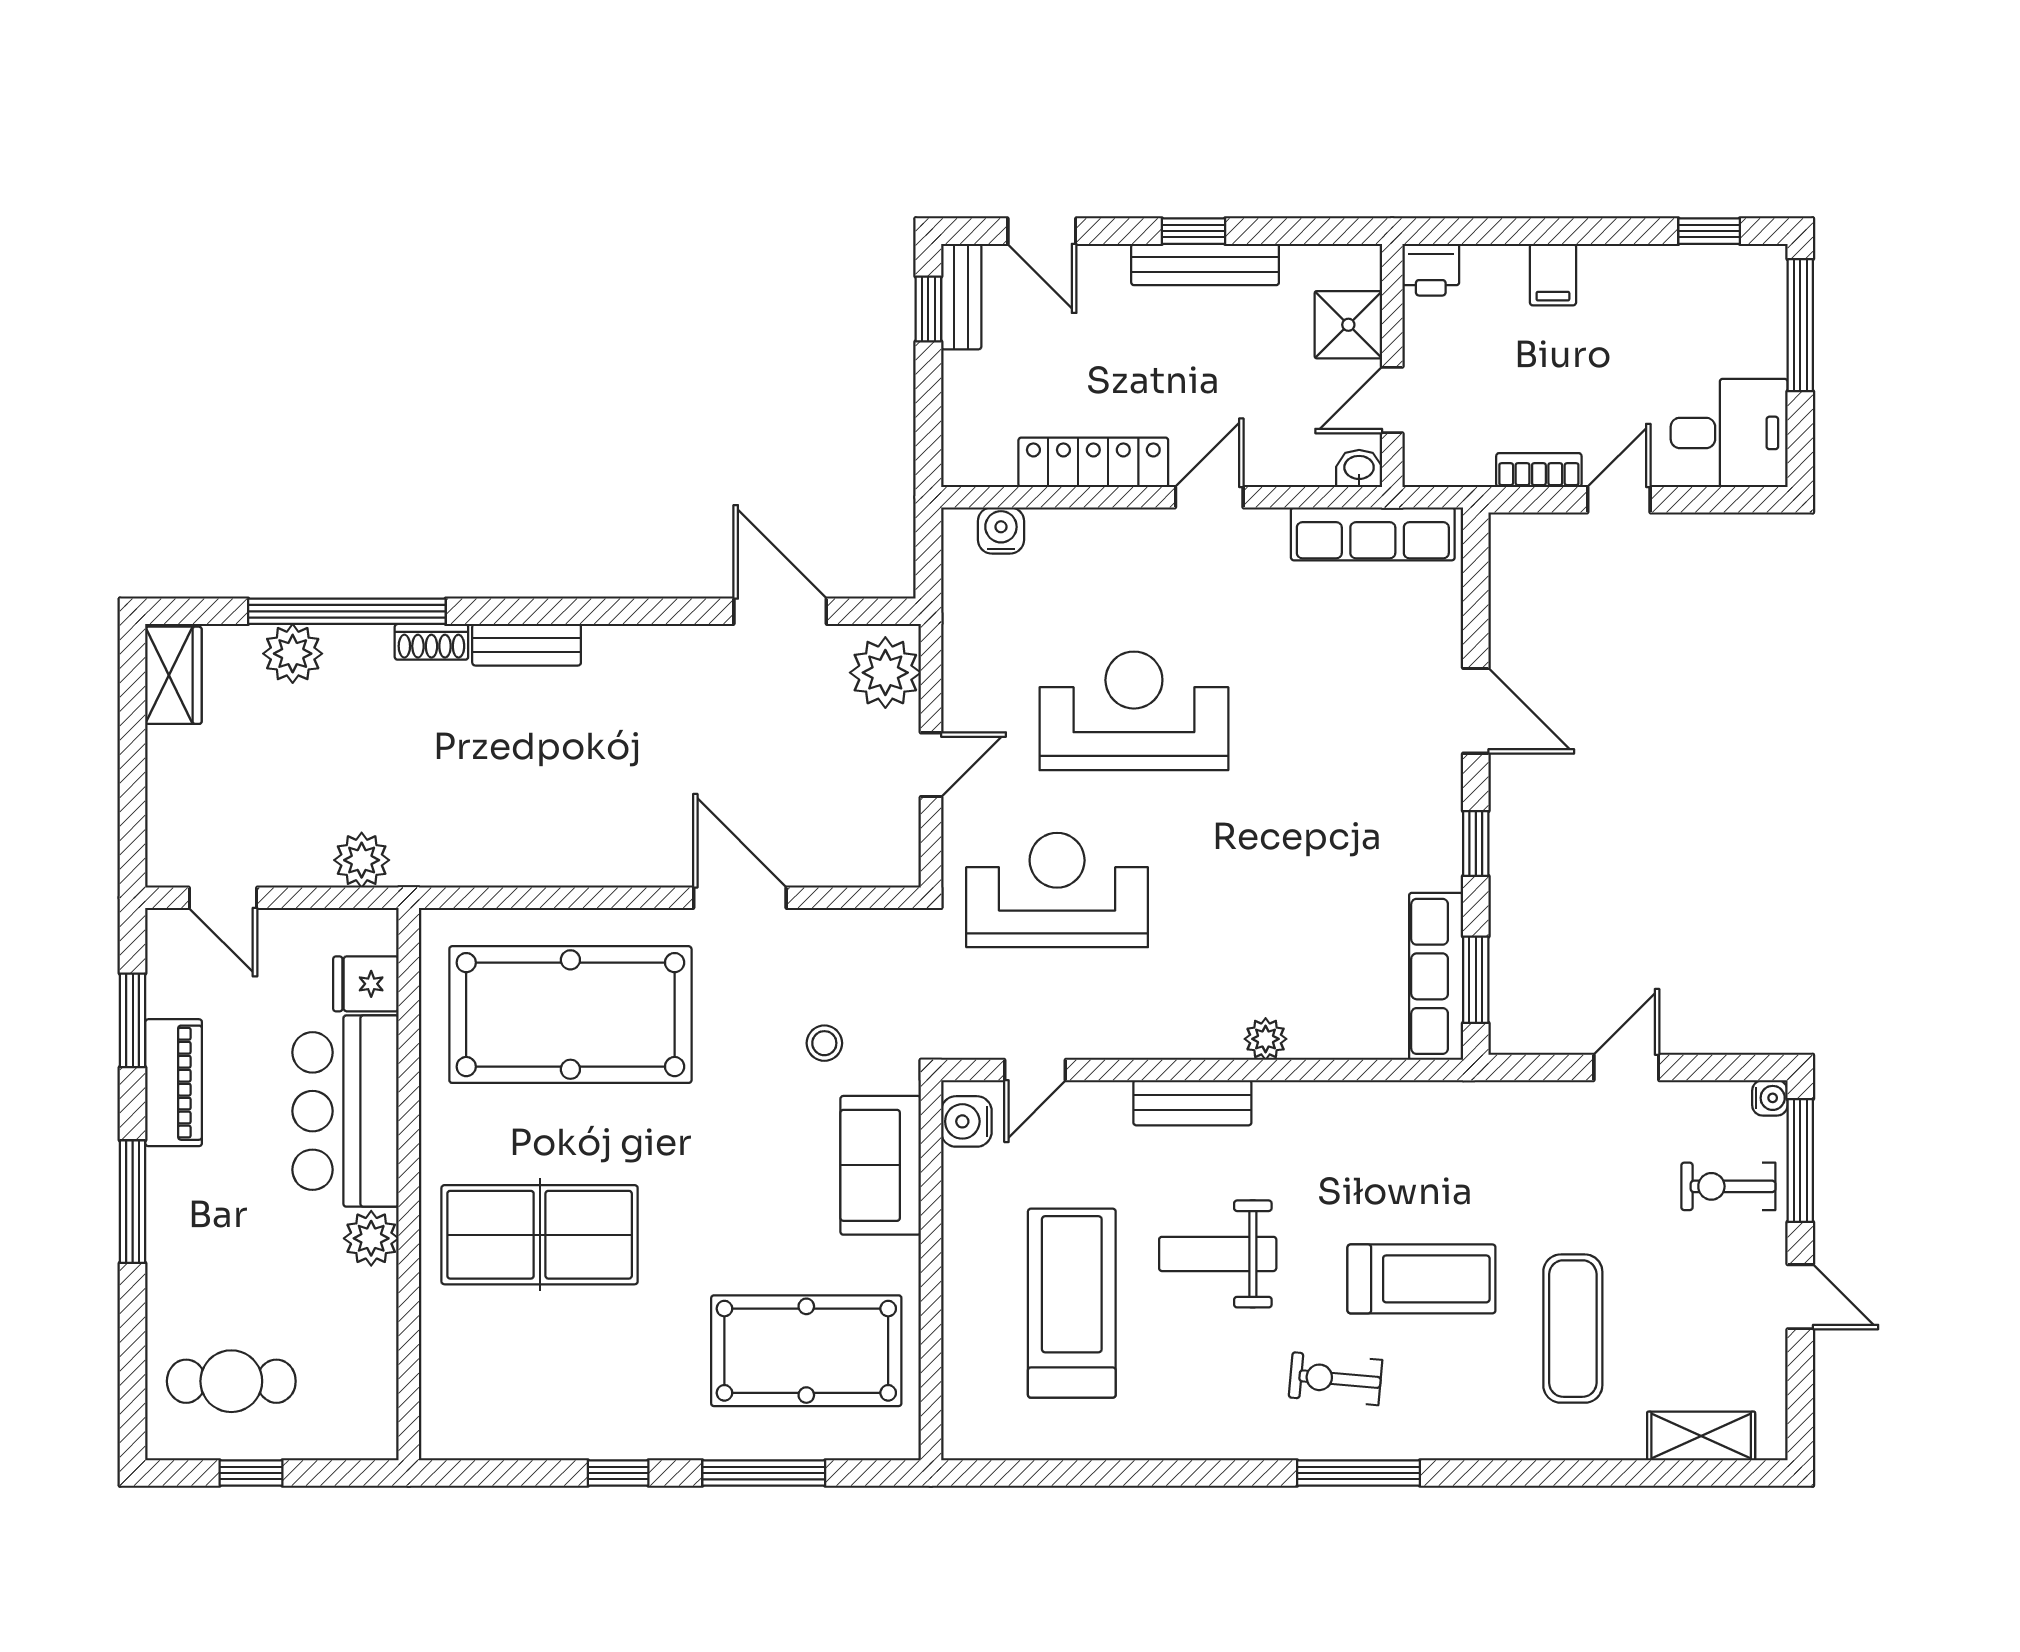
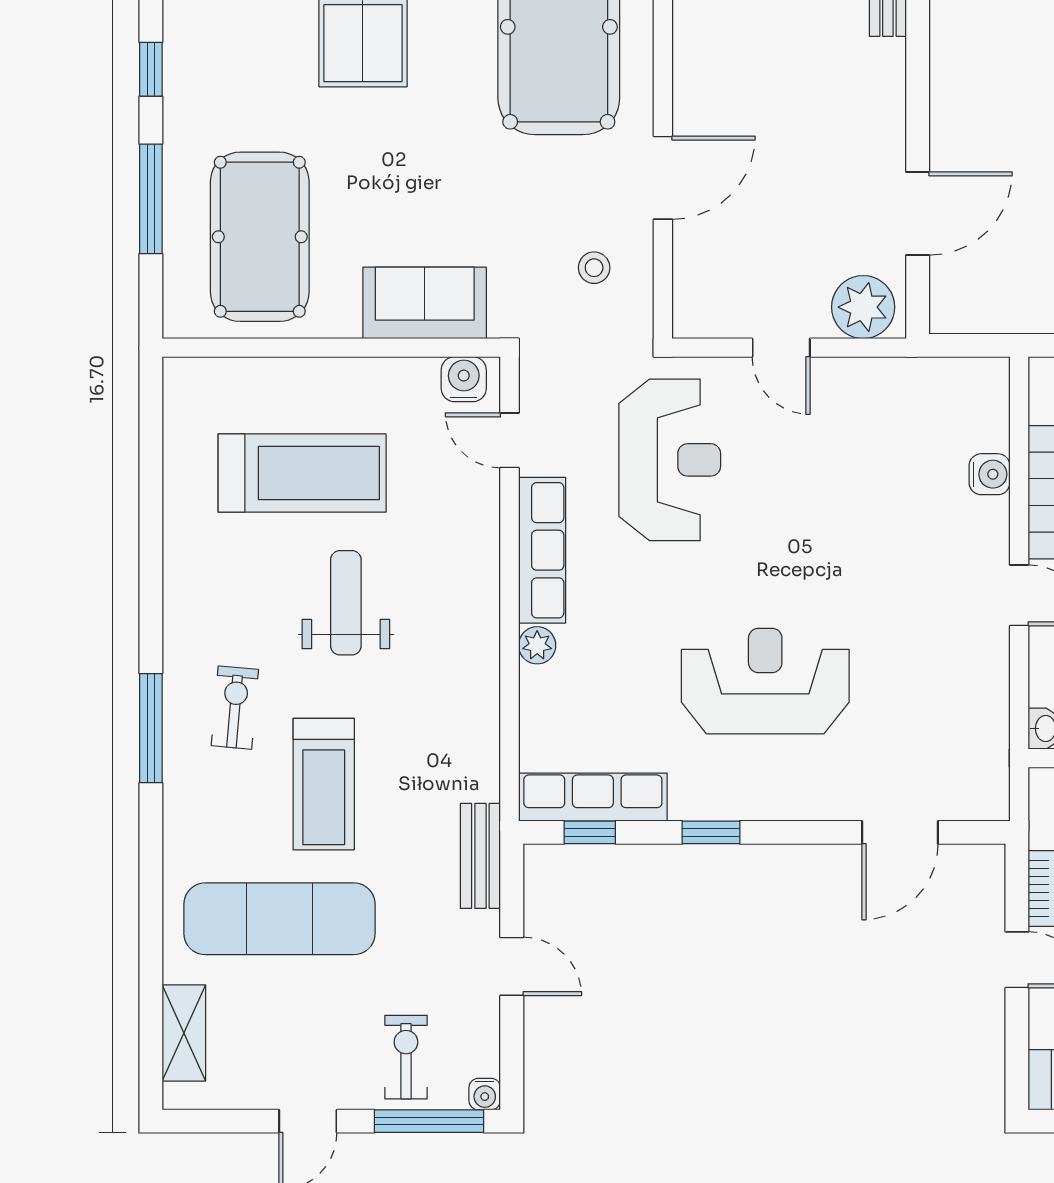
water cooler: (1001, 530) -> (990, 474), moved
row of seats: (1373, 534) -> (542, 550), moved, turned 180
reception desk: (1134, 711) -> (765, 681), moved, turned -90
door: (1476, 711) -> (900, 832), moved
window: (1476, 980) -> (590, 832), width x0.67
stool: (824, 1043) -> (594, 268), moved
bench: (1192, 1103) -> (480, 856), moved
exercise mat: (1573, 1329) -> (280, 919), width x1.36, depth x1.45

